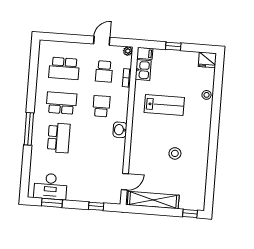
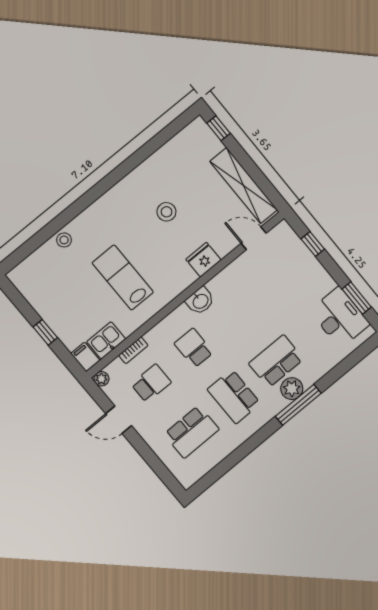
fridge: (207, 60) -> (203, 260), moved, turned -90
school desk: (64, 68) -> (192, 432), turned 90
school desk: (101, 106) -> (194, 348), turned 90
plant: (39, 133) -> (292, 389), added

